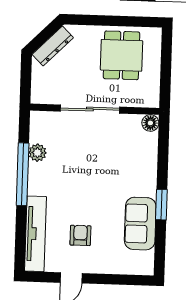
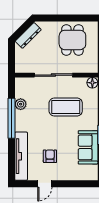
coffee table: (107, 159) -> (66, 107), added

